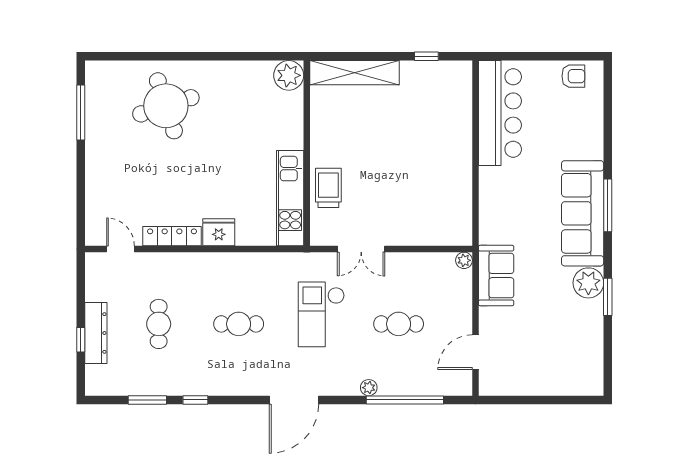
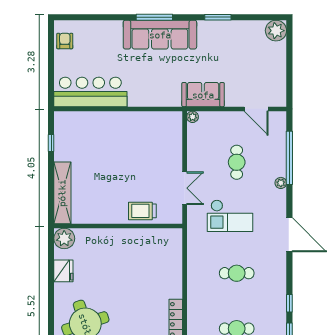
kitchen unit: (290, 198) -> (149, 237), removed
fridge: (219, 232) -> (63, 271), moved, turned 180
plant: (588, 283) -> (276, 31), moved
cafe table: (239, 324) -> (237, 273), turned 90

